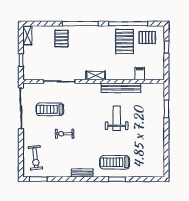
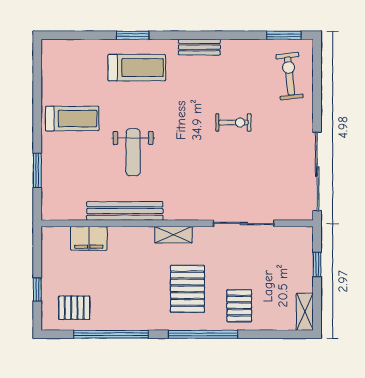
pallet: (124, 41) -> (187, 289), moved
filing cabinet: (140, 74) -> (89, 238), width x2.00
treadmill: (50, 109) -> (72, 119), moved

